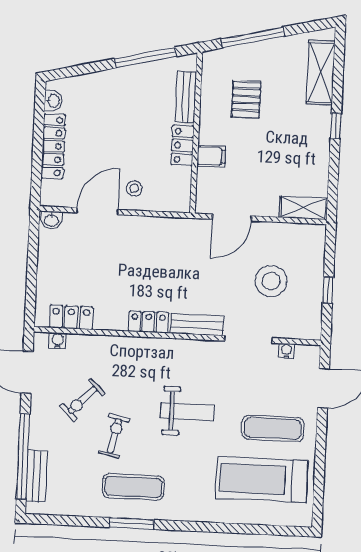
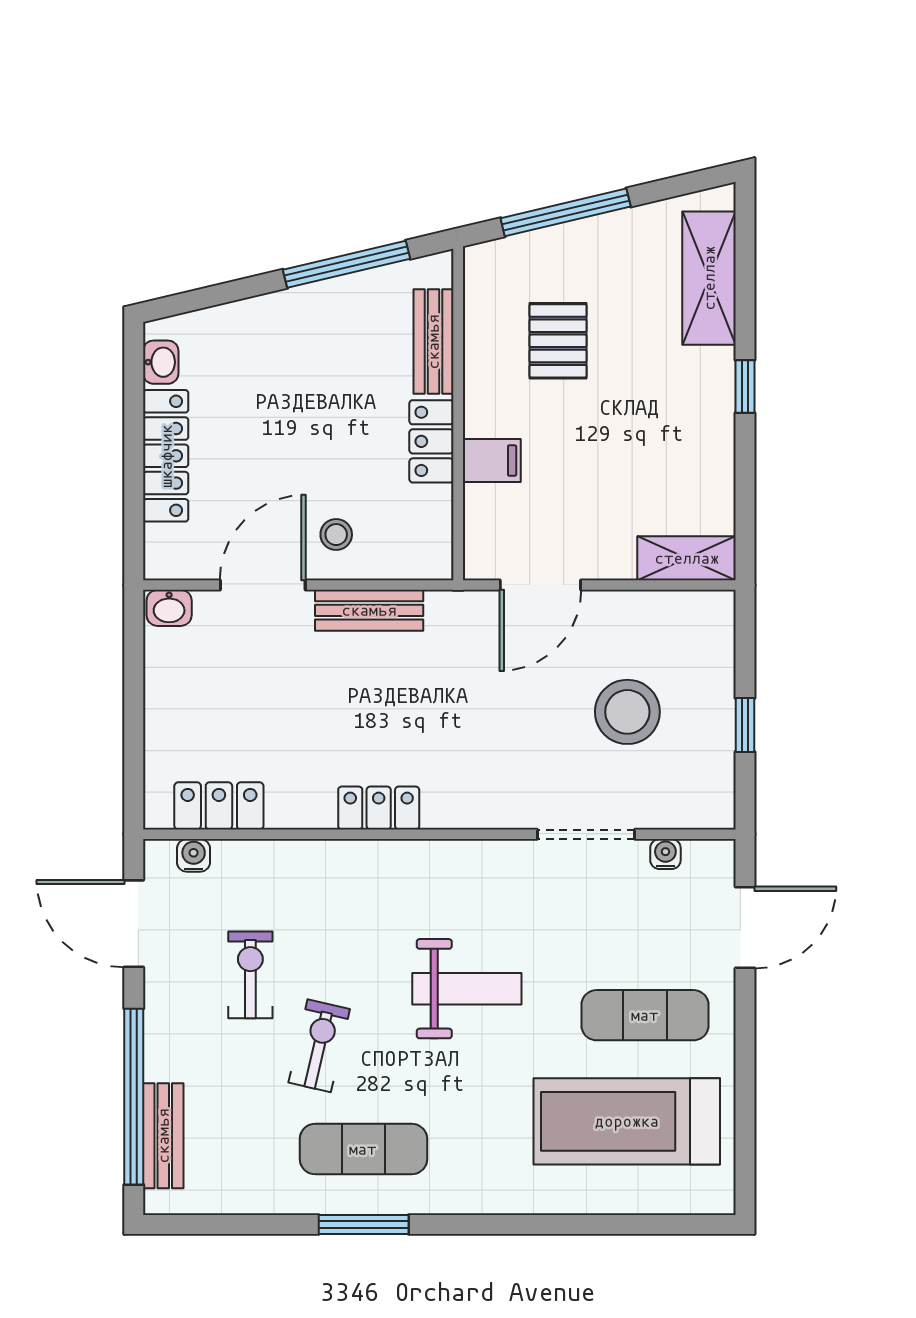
bench: (197, 325) -> (369, 610), moved
exercise bike: (82, 400) -> (250, 975), turned 135

